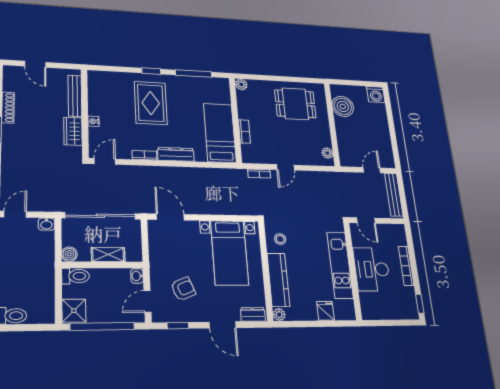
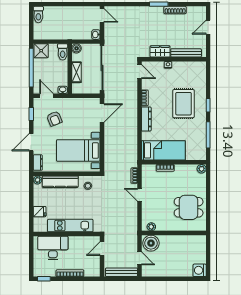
rug: (151, 103) -> (184, 104), turned 90
dining table: (295, 104) -> (189, 207), turned 90
boiler: (343, 106) -> (151, 243), moved
desk: (372, 269) -> (53, 248), moved

